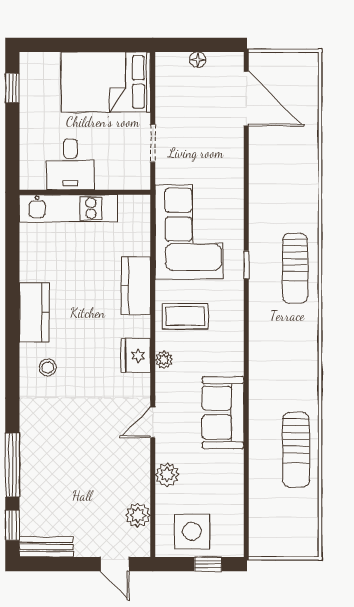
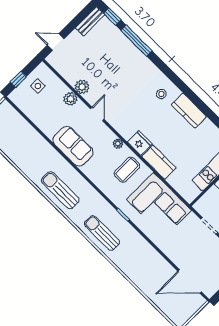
fridge: (136, 355) -> (140, 143), moved
sun lounger: (296, 450) -> (60, 190), moved
plant: (138, 515) -> (82, 87), moved
side table: (192, 531) -> (38, 86), width x0.54, depth x0.54

